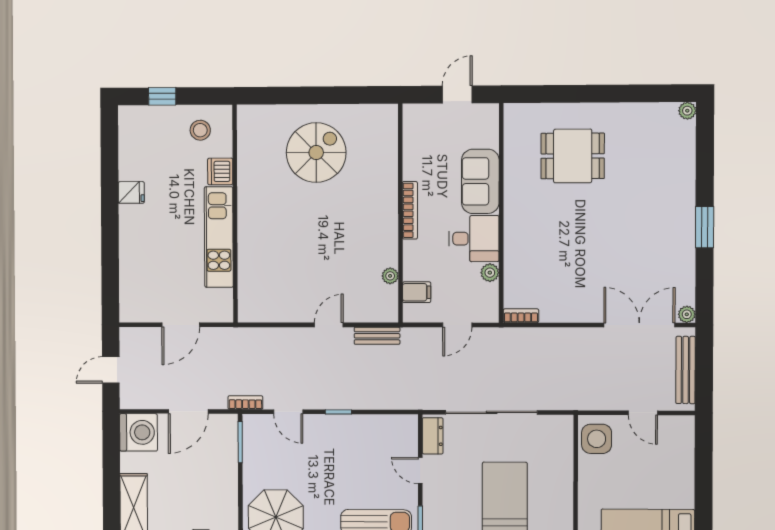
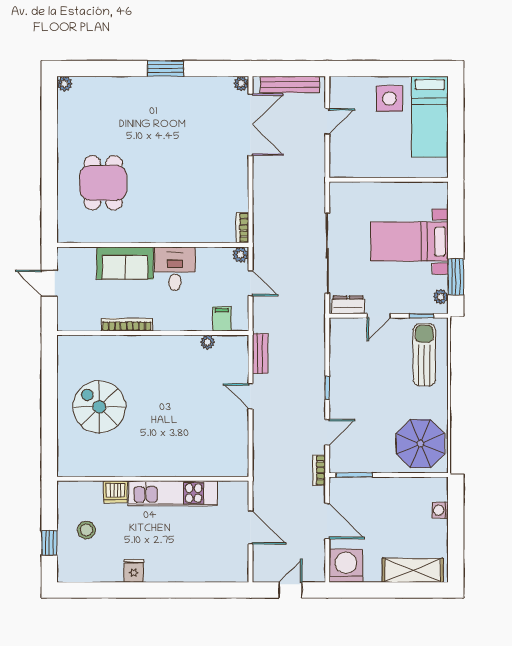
stool: (200, 130) -> (86, 530), moved
bookcase: (410, 210) -> (127, 325), moved
plant: (490, 273) -> (241, 255), moved
double door: (639, 325) -> (251, 125), swing flipped
door: (111, 370) -> (291, 590), swing flipped
side table: (597, 439) -> (389, 99), moved

